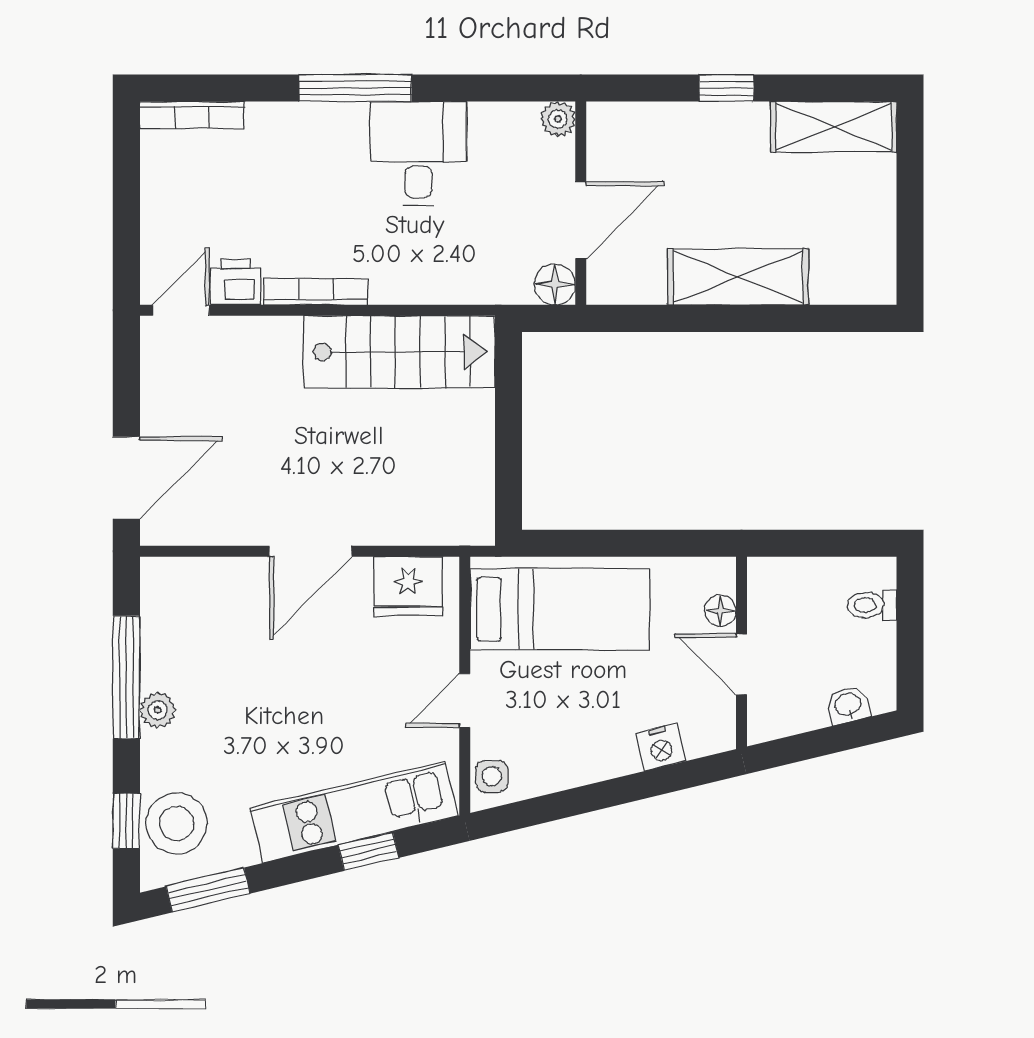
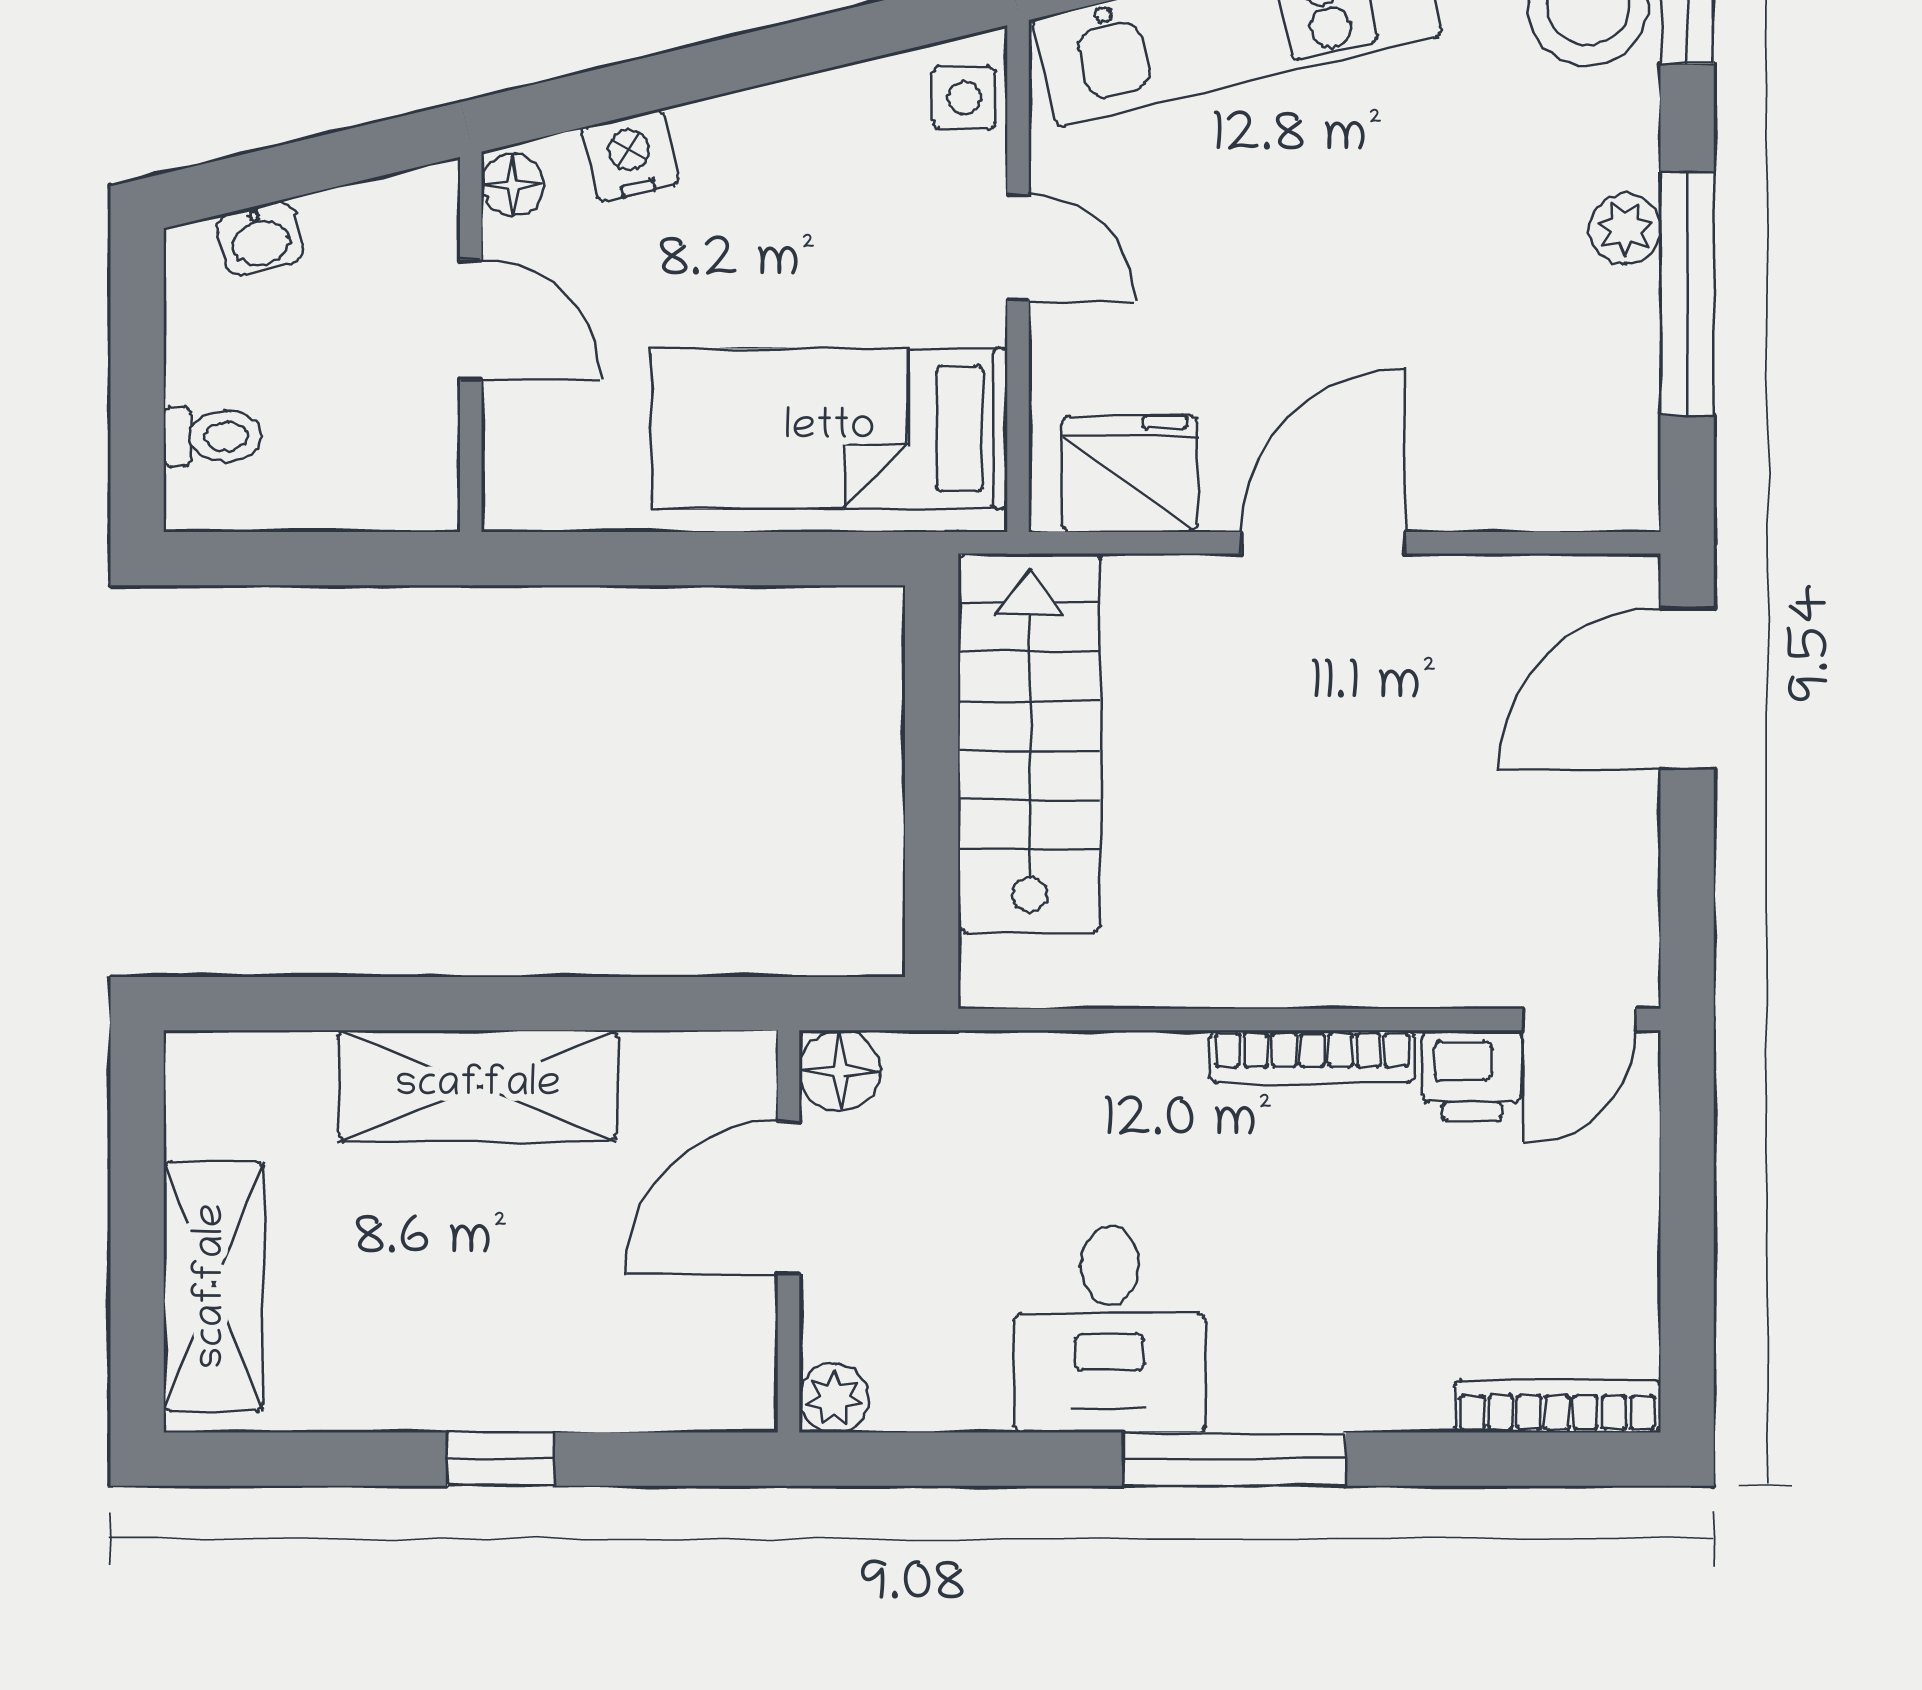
shelving: (834, 127) -> (213, 1286), moved, turned 90
stairs: (399, 352) -> (1030, 743), moved, turned 90
floor lamp: (720, 611) -> (512, 185), moved
door: (465, 701) -> (1018, 248), hinge flipped

